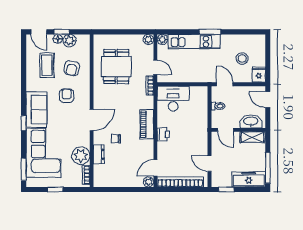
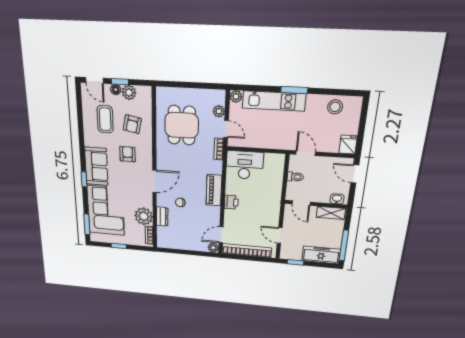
plant: (148, 39) -> (219, 111), moved
stool: (242, 59) -> (335, 107), moved
washbasin: (251, 121) -> (337, 199), width x0.52, depth x0.69

